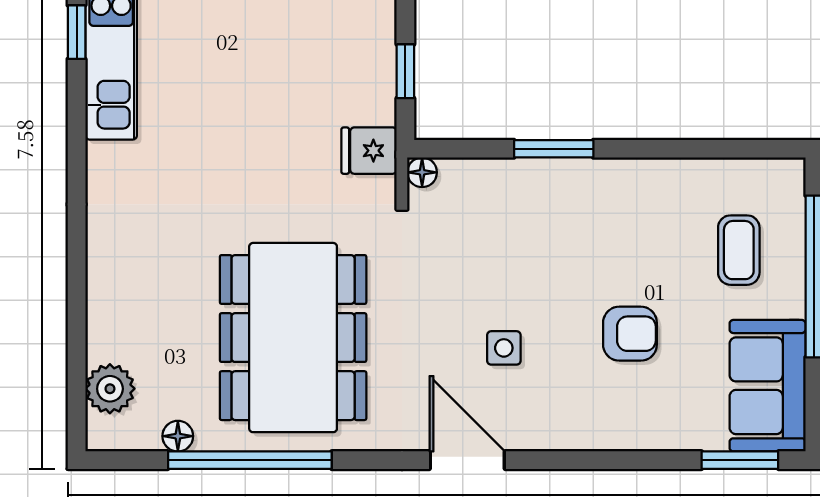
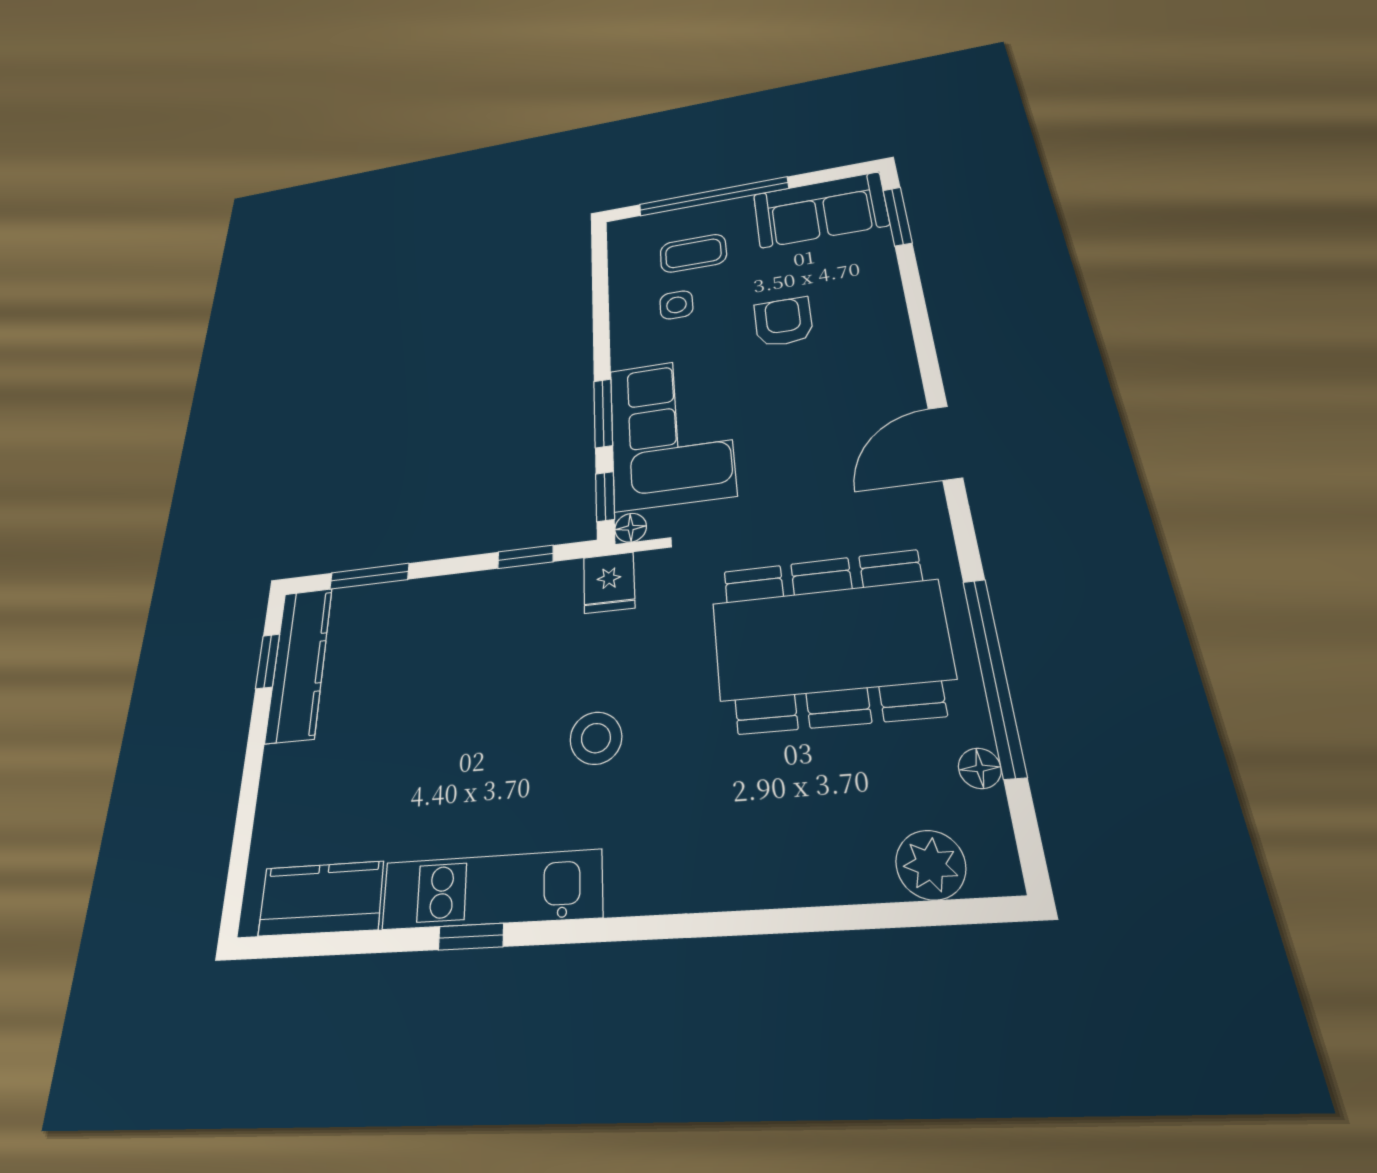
stool: (227, 136) -> (596, 738), added
window: (459, 149) -> (605, 496), added
corner sofa: (521, 215) -> (671, 431), added
side table: (504, 348) -> (676, 305), moved

